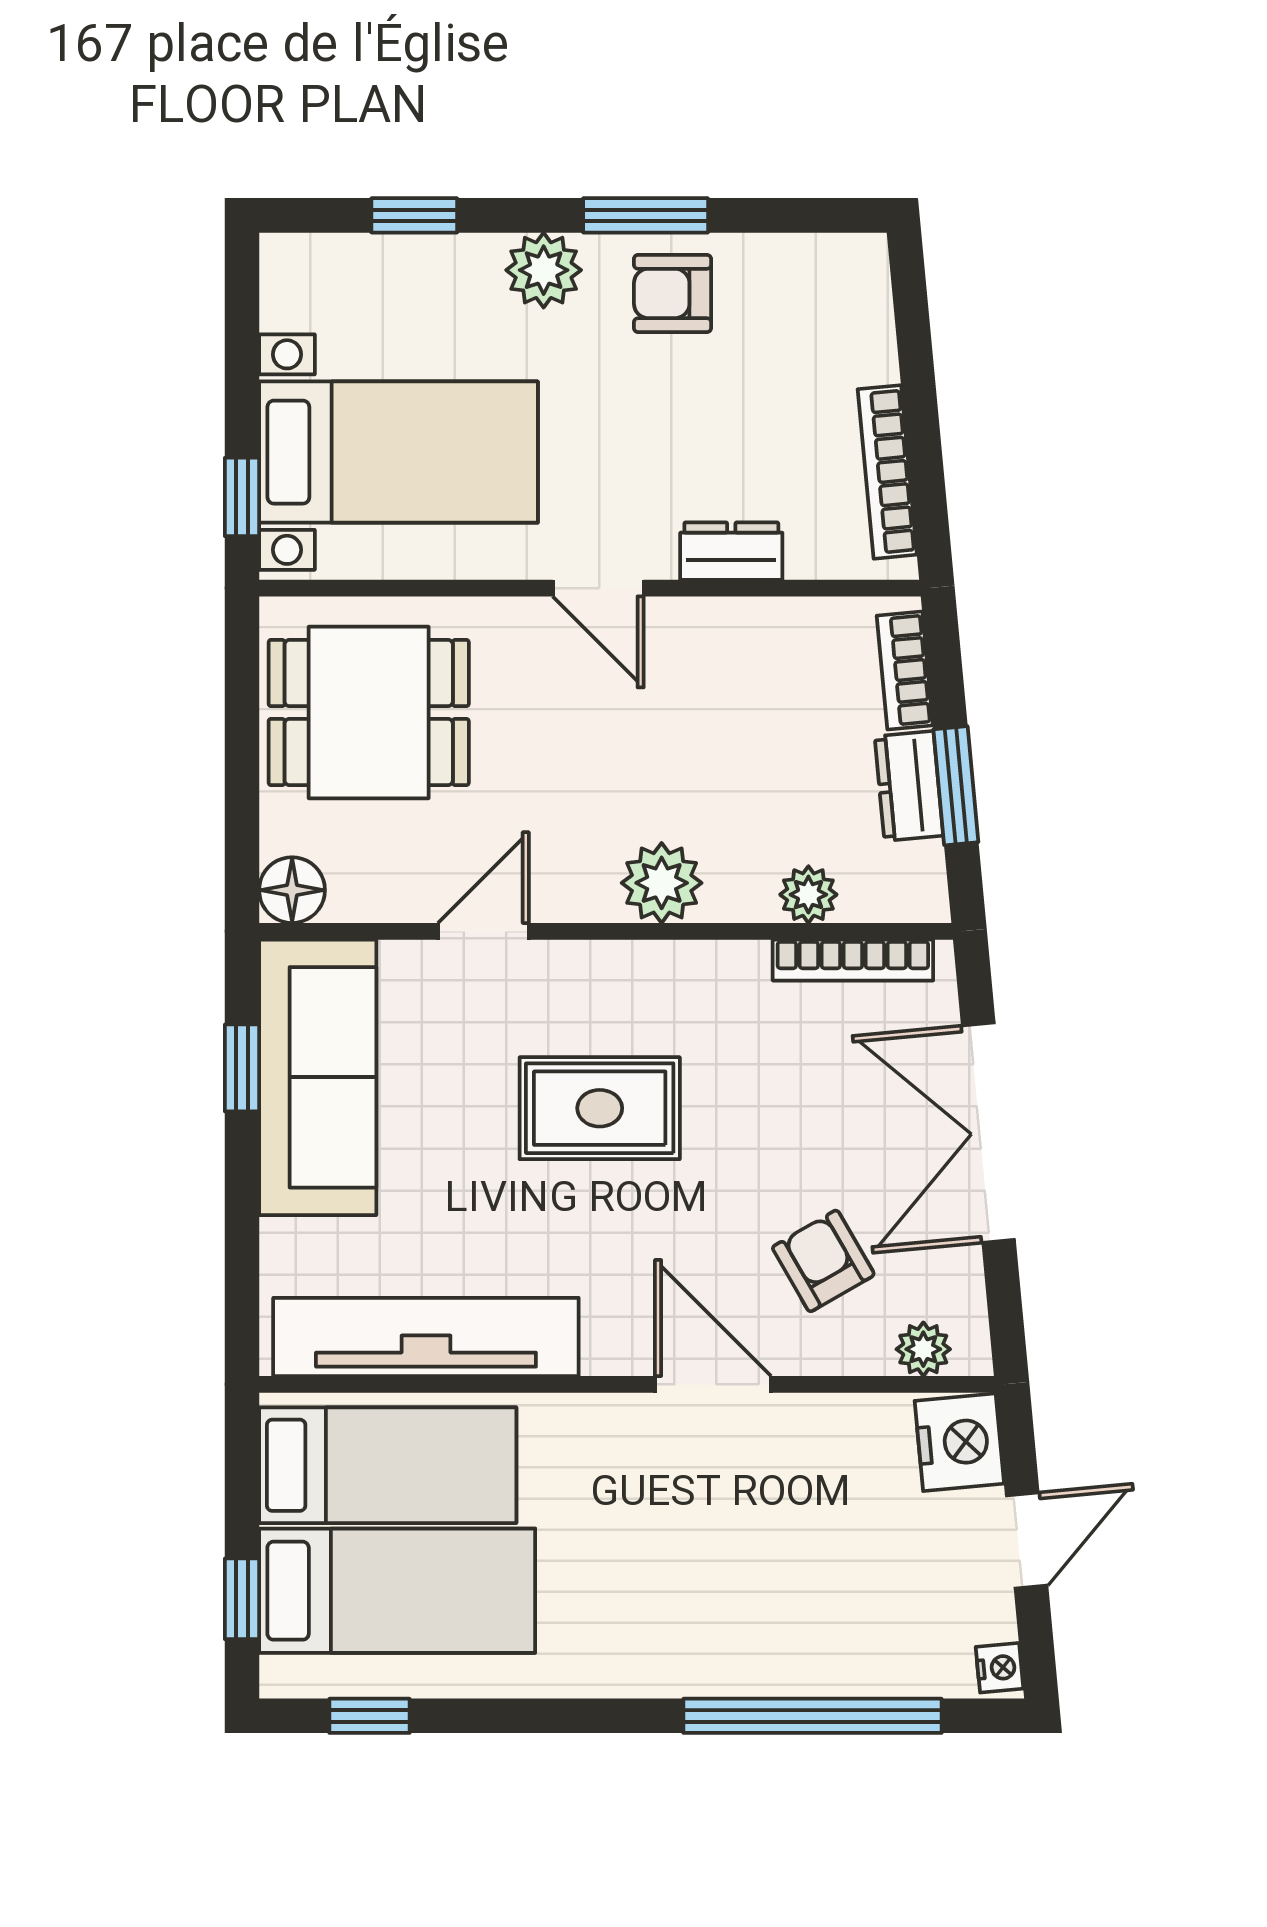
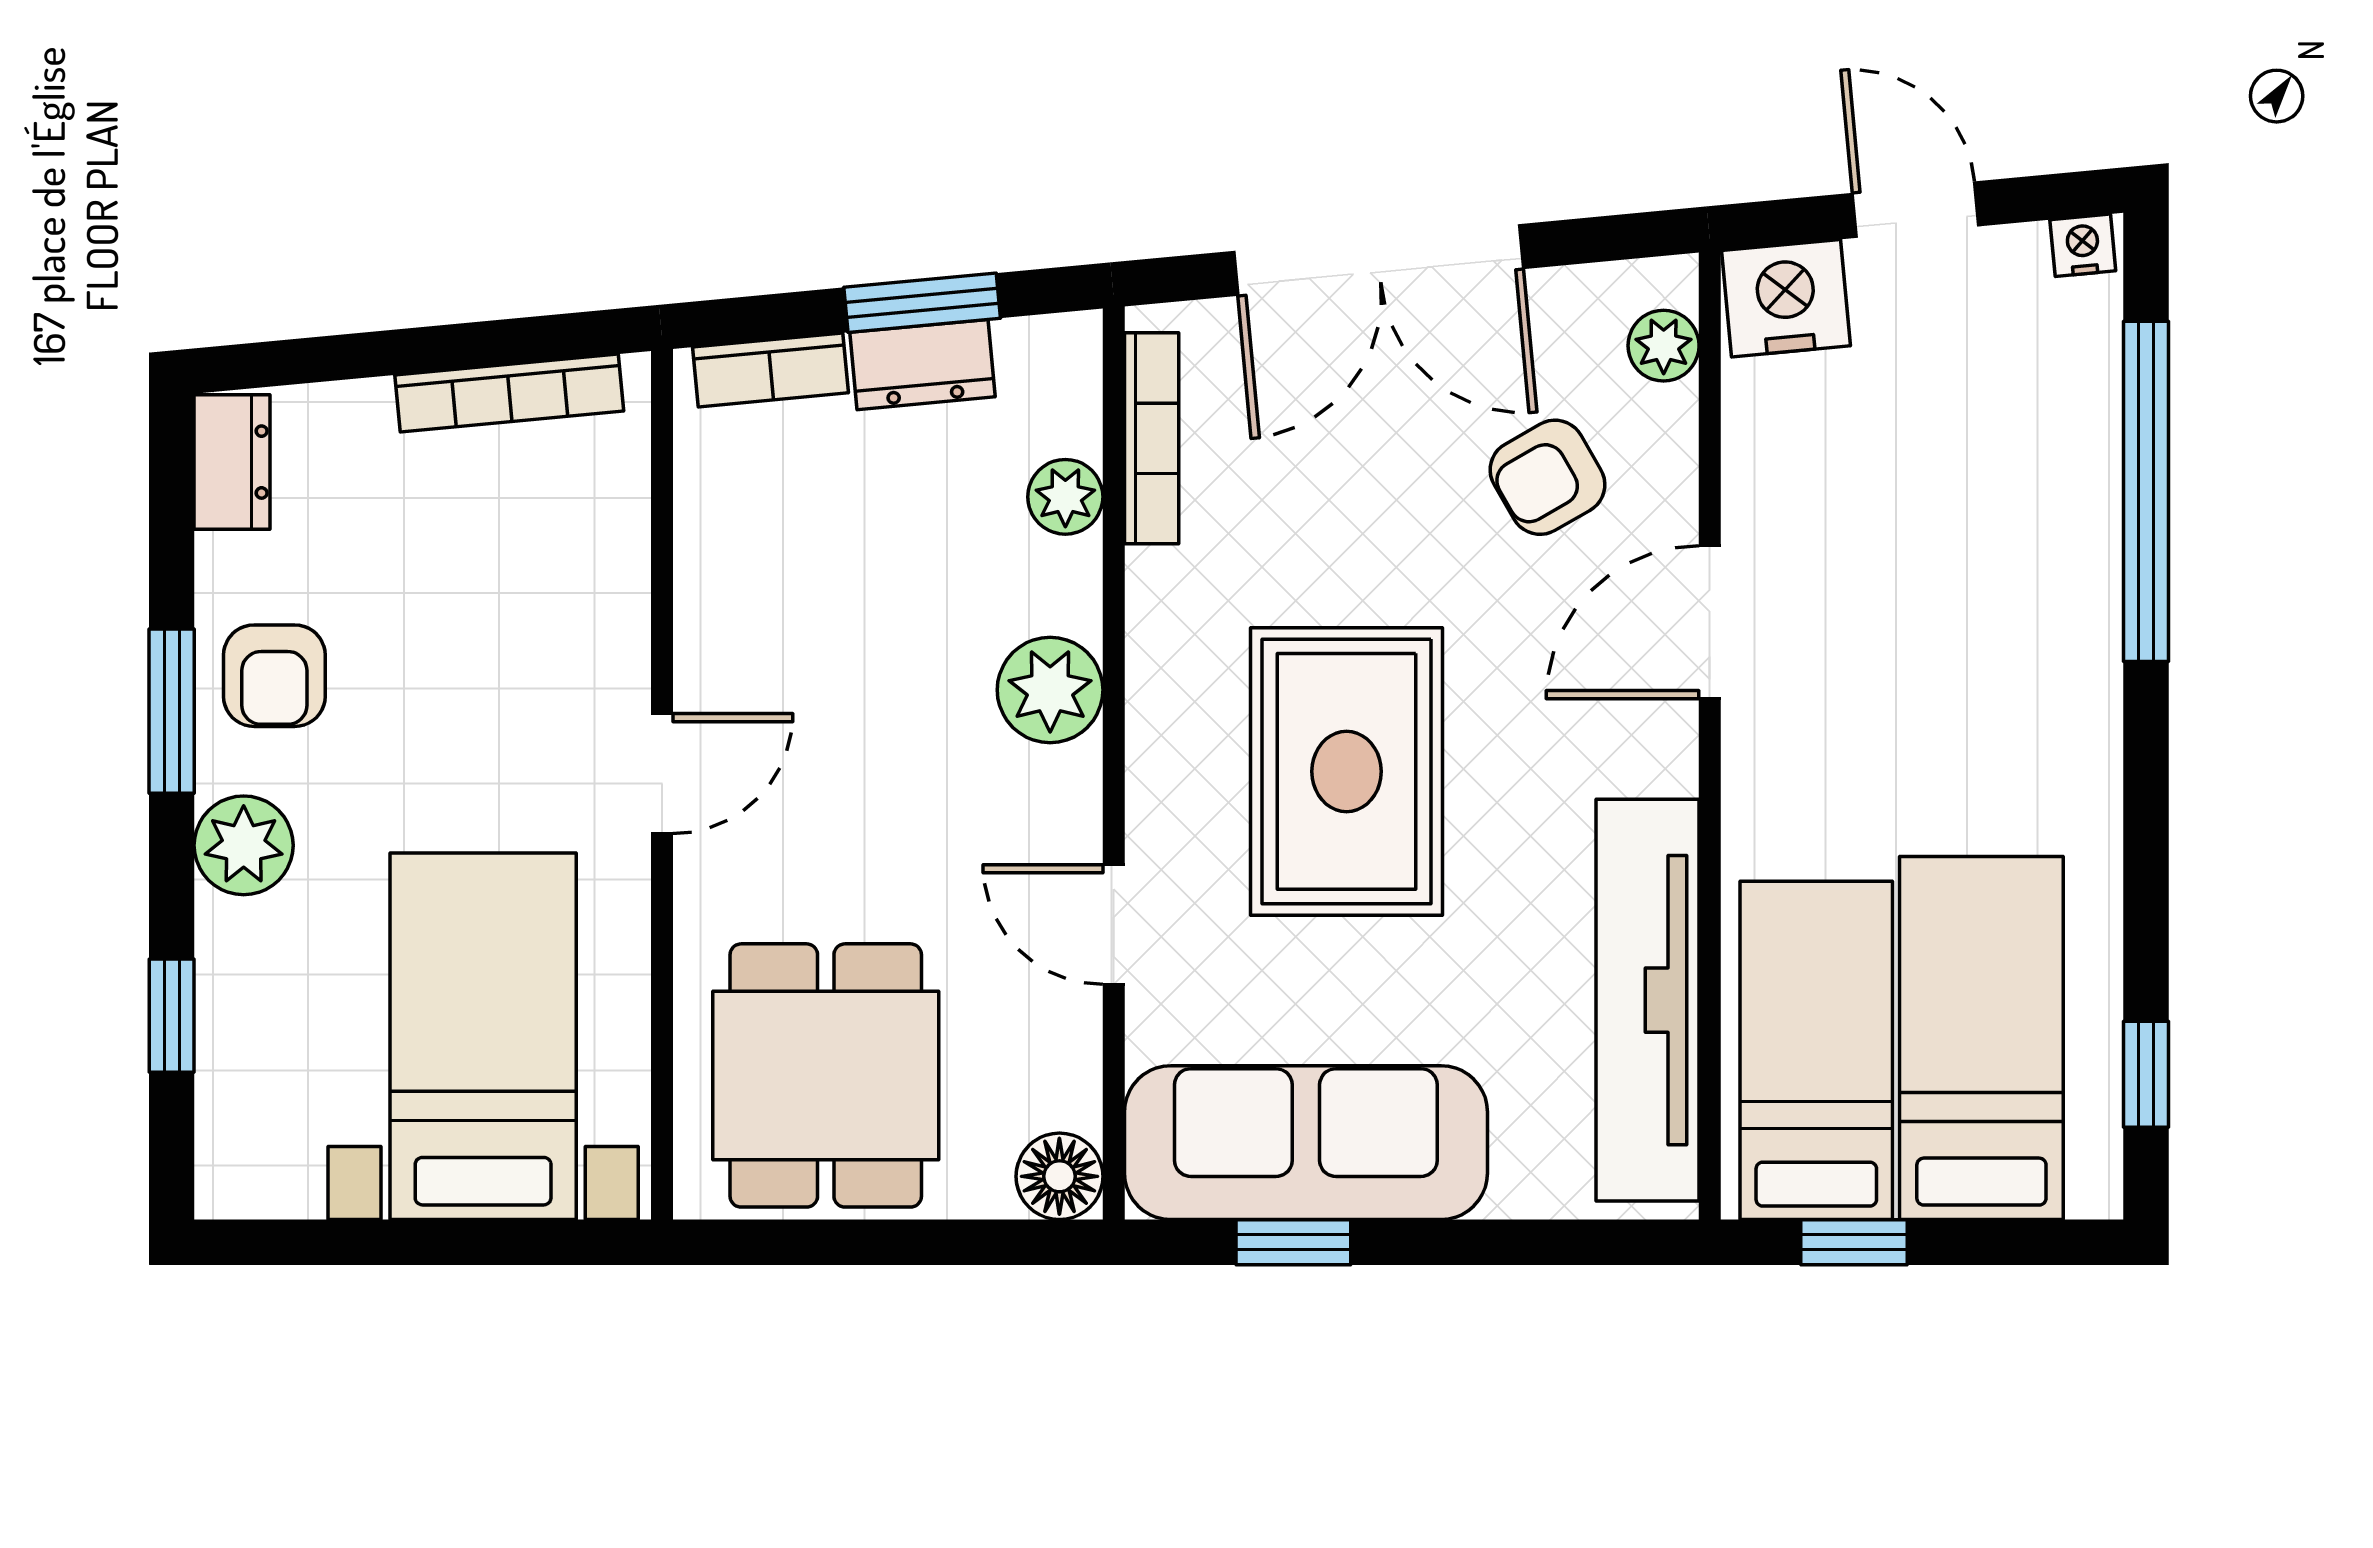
window: (242, 497) -> (542, 1242), removed
dresser: (731, 551) -> (232, 462), moved, turned 180
rug: (600, 1108) -> (1347, 771), width x1.36, depth x1.43
window: (242, 1599) -> (1854, 1242), moved

